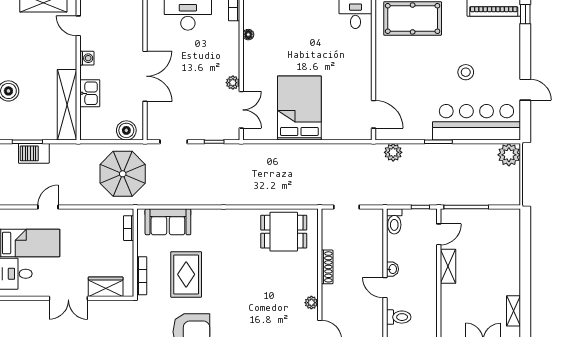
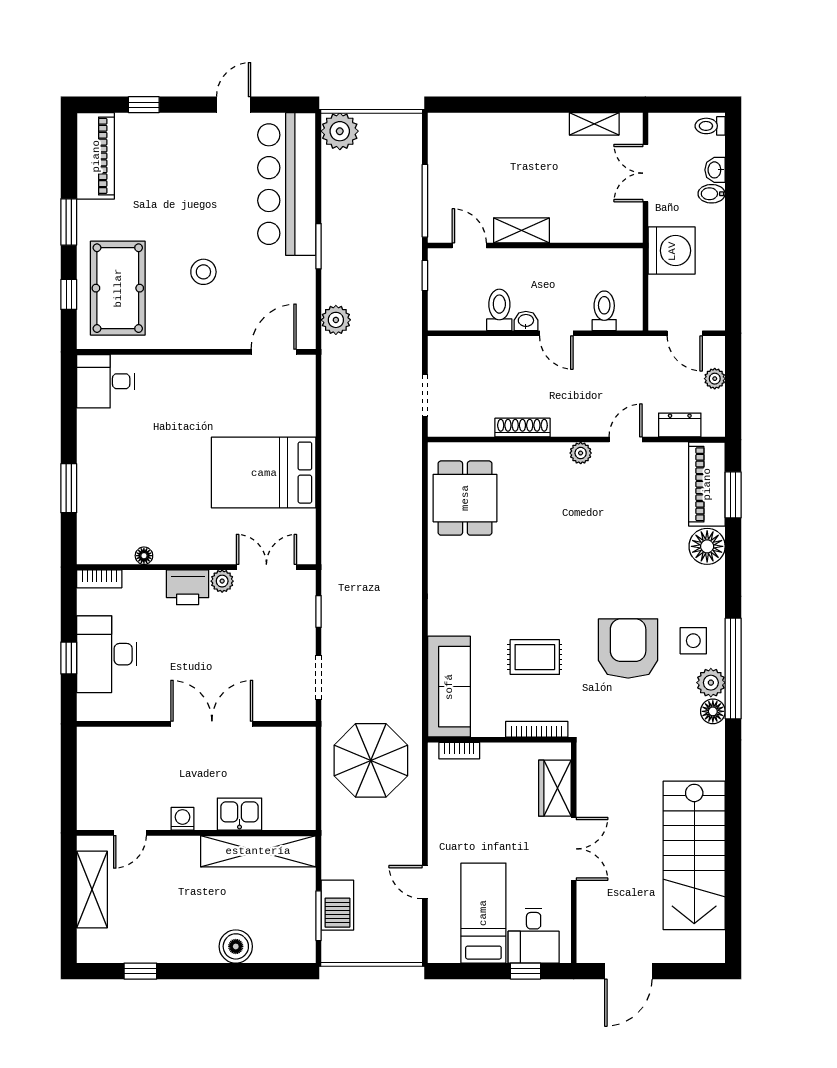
window: (525, 14) -> (144, 105), moved
printer: (229, 61) -> (188, 587), added
stool: (466, 72) -> (203, 272), moved
boiler: (126, 130) -> (300, 754), removed
toilet: (394, 221) -> (499, 310), moved, turned -90
sofa: (168, 222) -> (449, 687), width x1.36
rug: (186, 274) -> (535, 657), width x0.73, depth x0.70
door: (385, 288) -> (556, 333), hinge flipped

